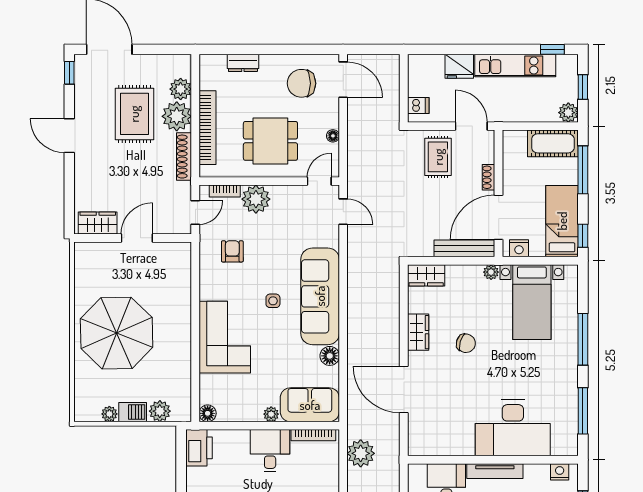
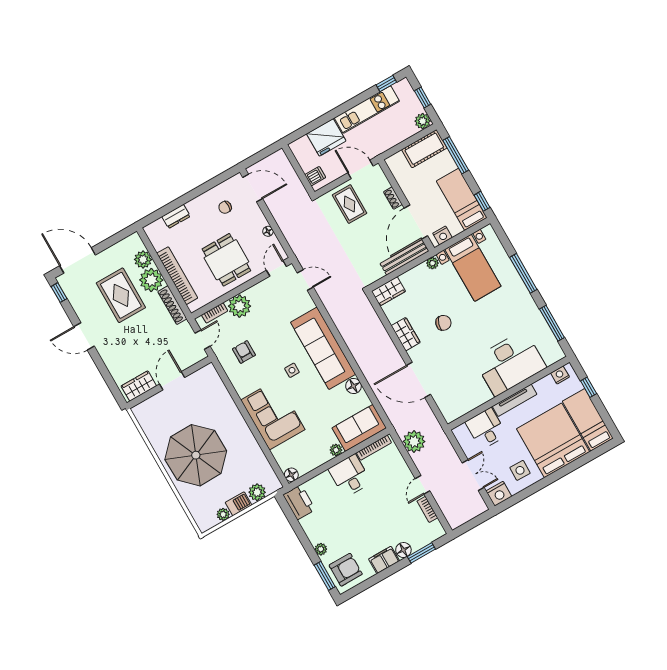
fridge: (459, 66) -> (326, 137), width x1.36, depth x1.34
chair: (302, 83) -> (225, 207), width x0.54, depth x0.54
dining table: (270, 141) -> (226, 260), turned 90

